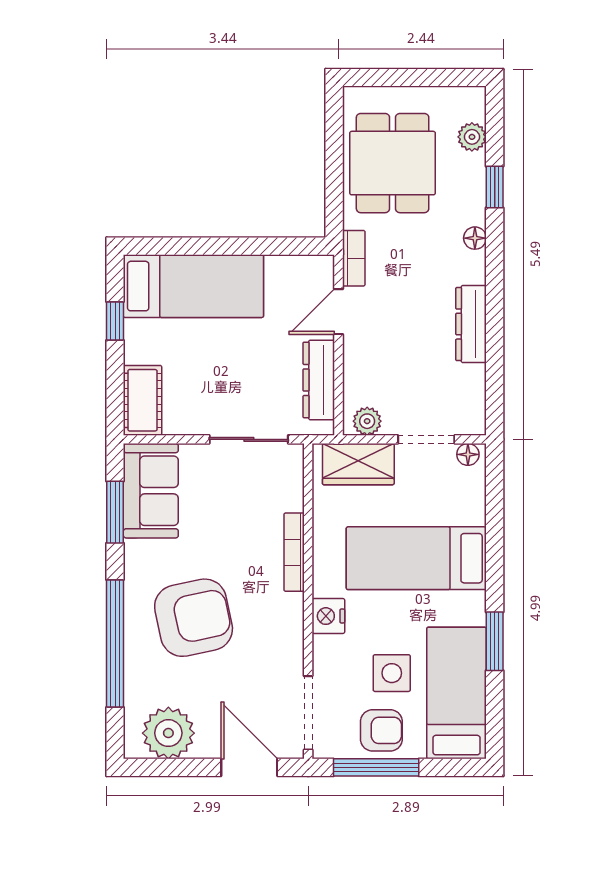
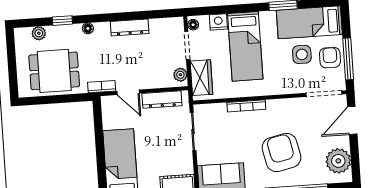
nightstand: (328, 616) -> (218, 22), moved, turned 180

